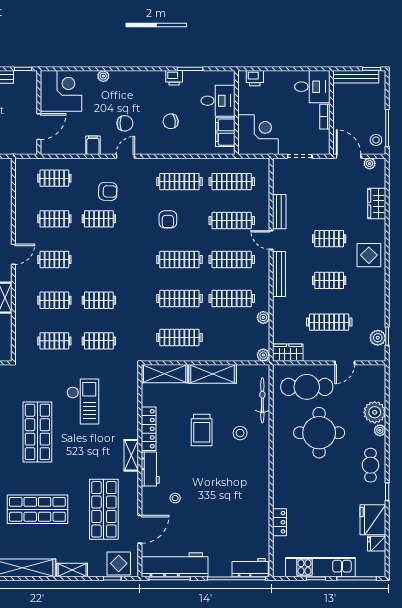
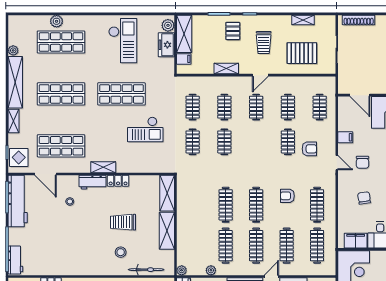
armchair: (108, 191) -> (309, 149), turned -92
door: (13, 254) -> (260, 75), hinge flipped
clothes rail: (179, 338) -> (195, 205), removed
locker: (149, 429) -> (118, 181), width x0.66
shop shelf: (37, 509) -> (61, 94), turned 90

